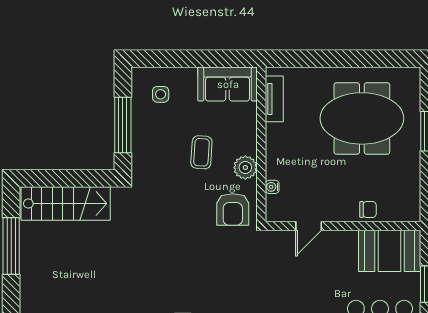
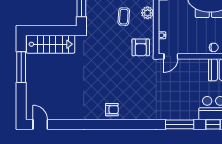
plant: (245, 168) -> (148, 13), moved
door: (309, 226) -> (171, 56), moved

